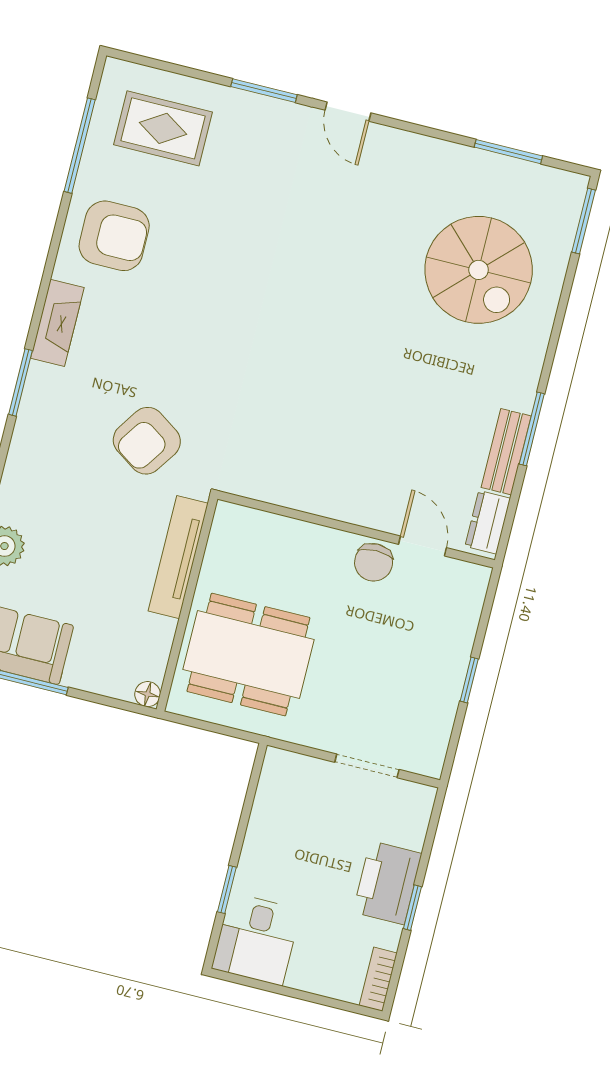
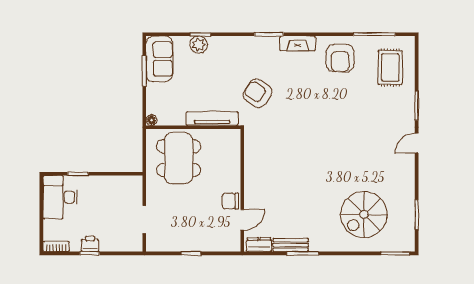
printer: (387, 883) -> (90, 244), width x0.53, depth x0.68
desk: (256, 939) -> (60, 197), width x1.37

